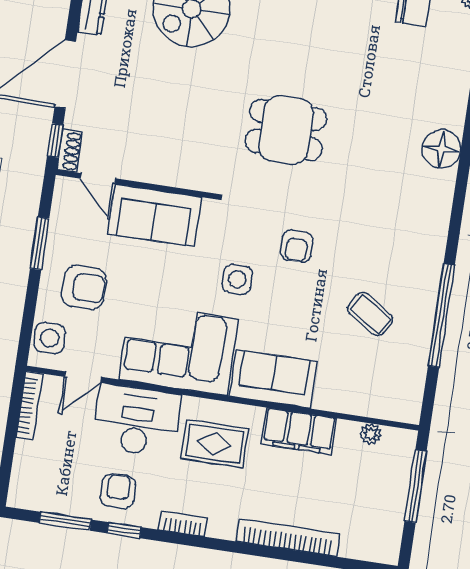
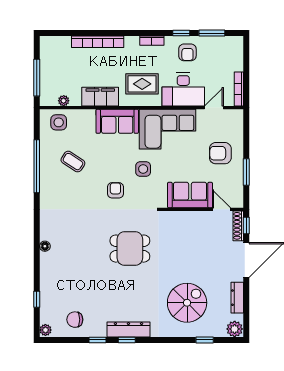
floor lamp: (441, 149) -> (45, 246), width x0.53, depth x0.53
shoe rack: (69, 151) -> (238, 226), width x1.43
side table: (50, 338) -> (59, 122), moved

